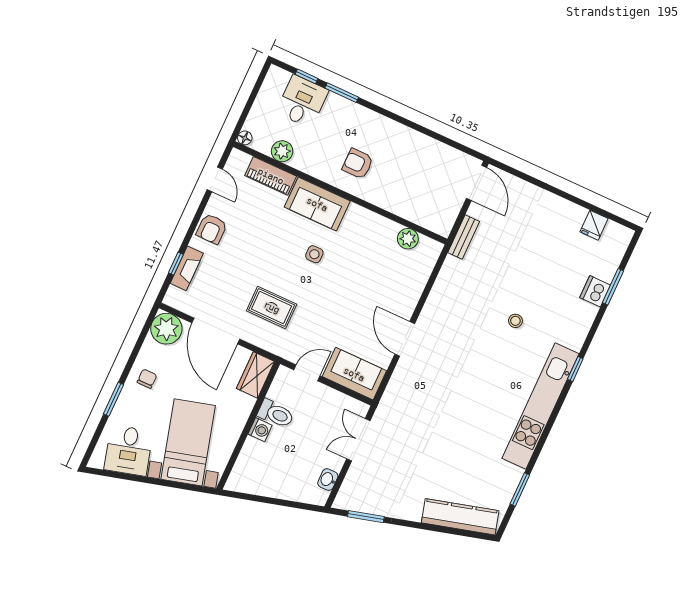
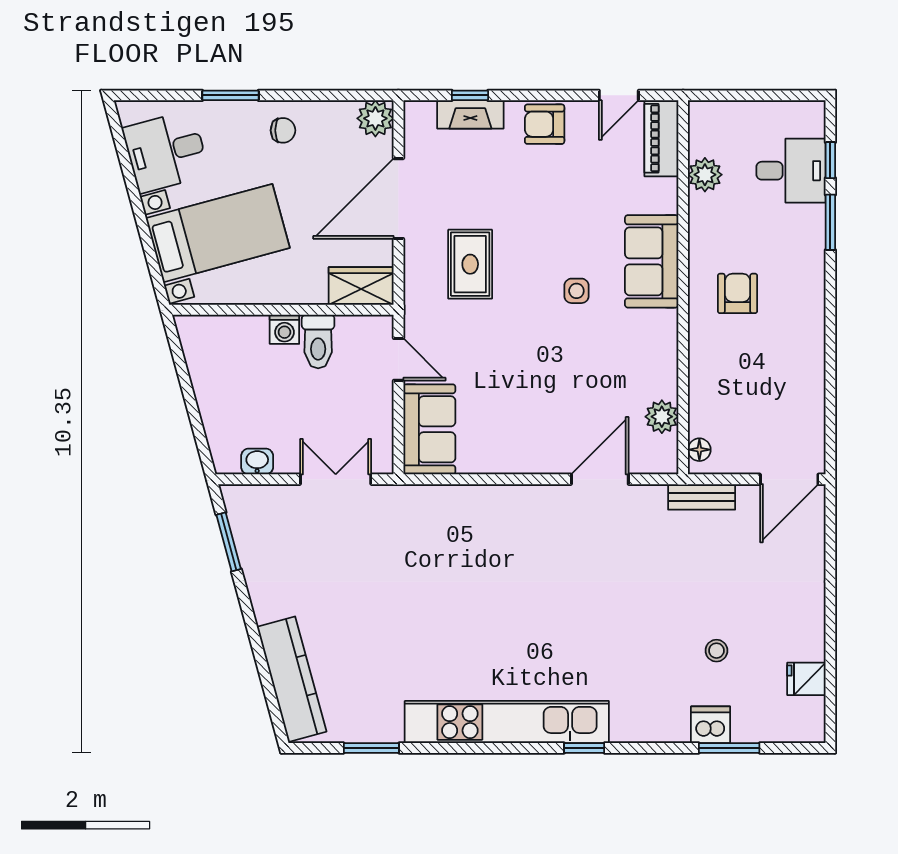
floor lamp: (245, 138) -> (699, 450), moved
piano: (271, 176) -> (661, 138), moved
stool: (515, 321) -> (716, 651), moved
plant: (166, 329) -> (375, 118), width x0.73, depth x0.73
door: (405, 339) -> (600, 479), moved

